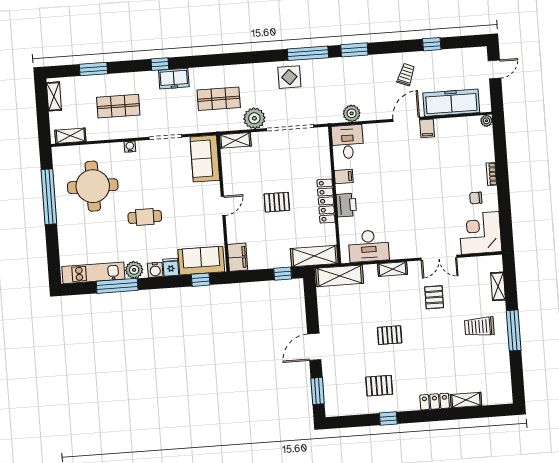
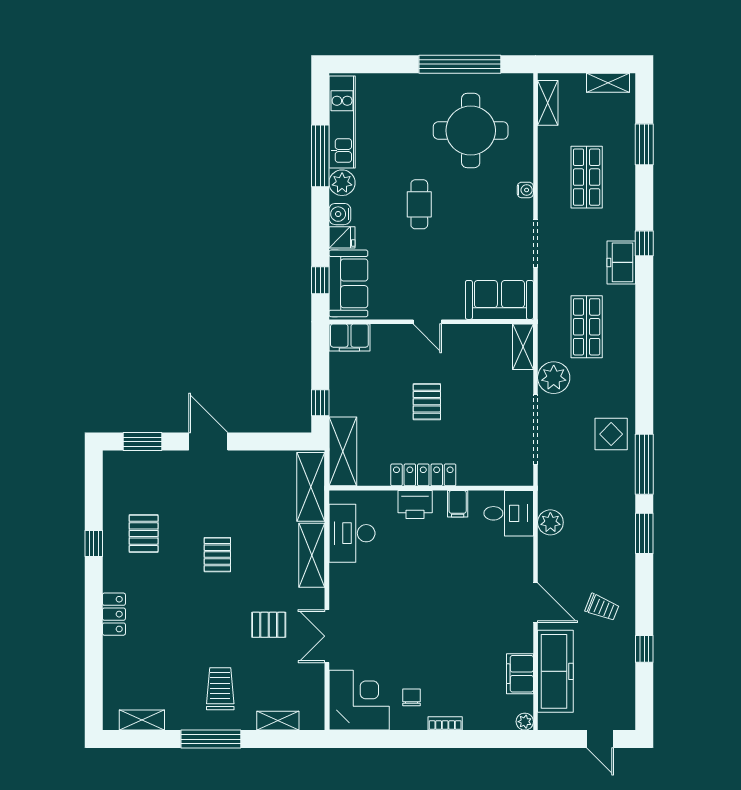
filing cabinet: (427, 128) -> (520, 674), moved, width x2.00
shelving: (392, 269) -> (312, 555), width x1.50, depth x1.33
shelving: (466, 400) -> (142, 720), moved, turned 90

